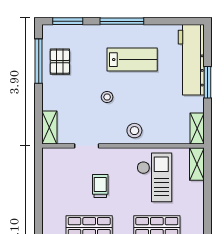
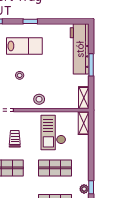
window: (122, 21) -> (30, 21), width x0.46
lab bench: (132, 60) -> (24, 46), moved
checkout: (154, 177) -> (53, 133), turned 180

